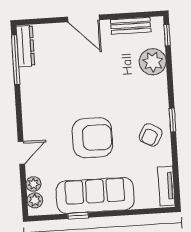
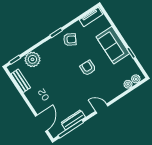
door: (83, 18) -> (41, 123), moved
dresser: (25, 46) -> (73, 120), moved
armchair: (92, 138) -> (88, 68), width x0.53, depth x0.53
door: (21, 153) -> (102, 109), moved
sofa: (95, 195) -> (113, 45), width x0.73

